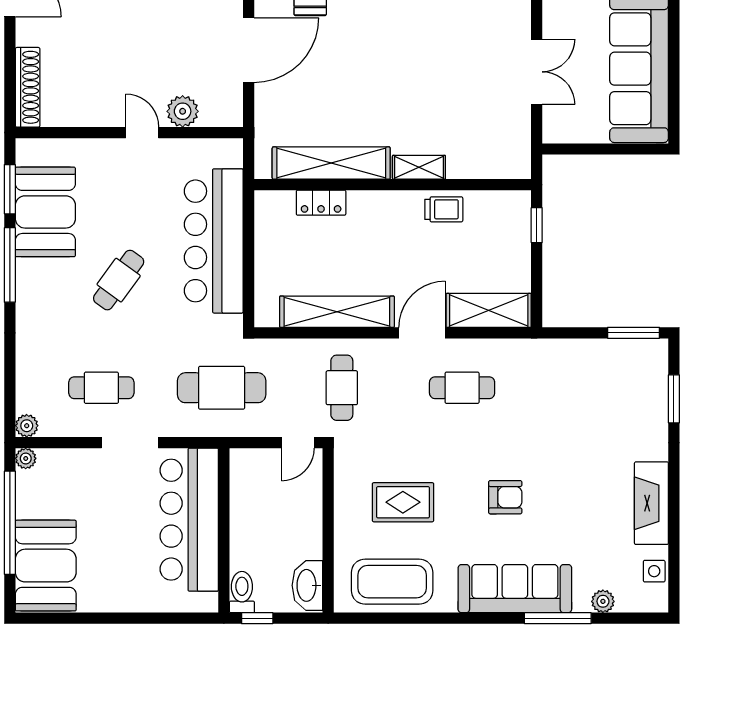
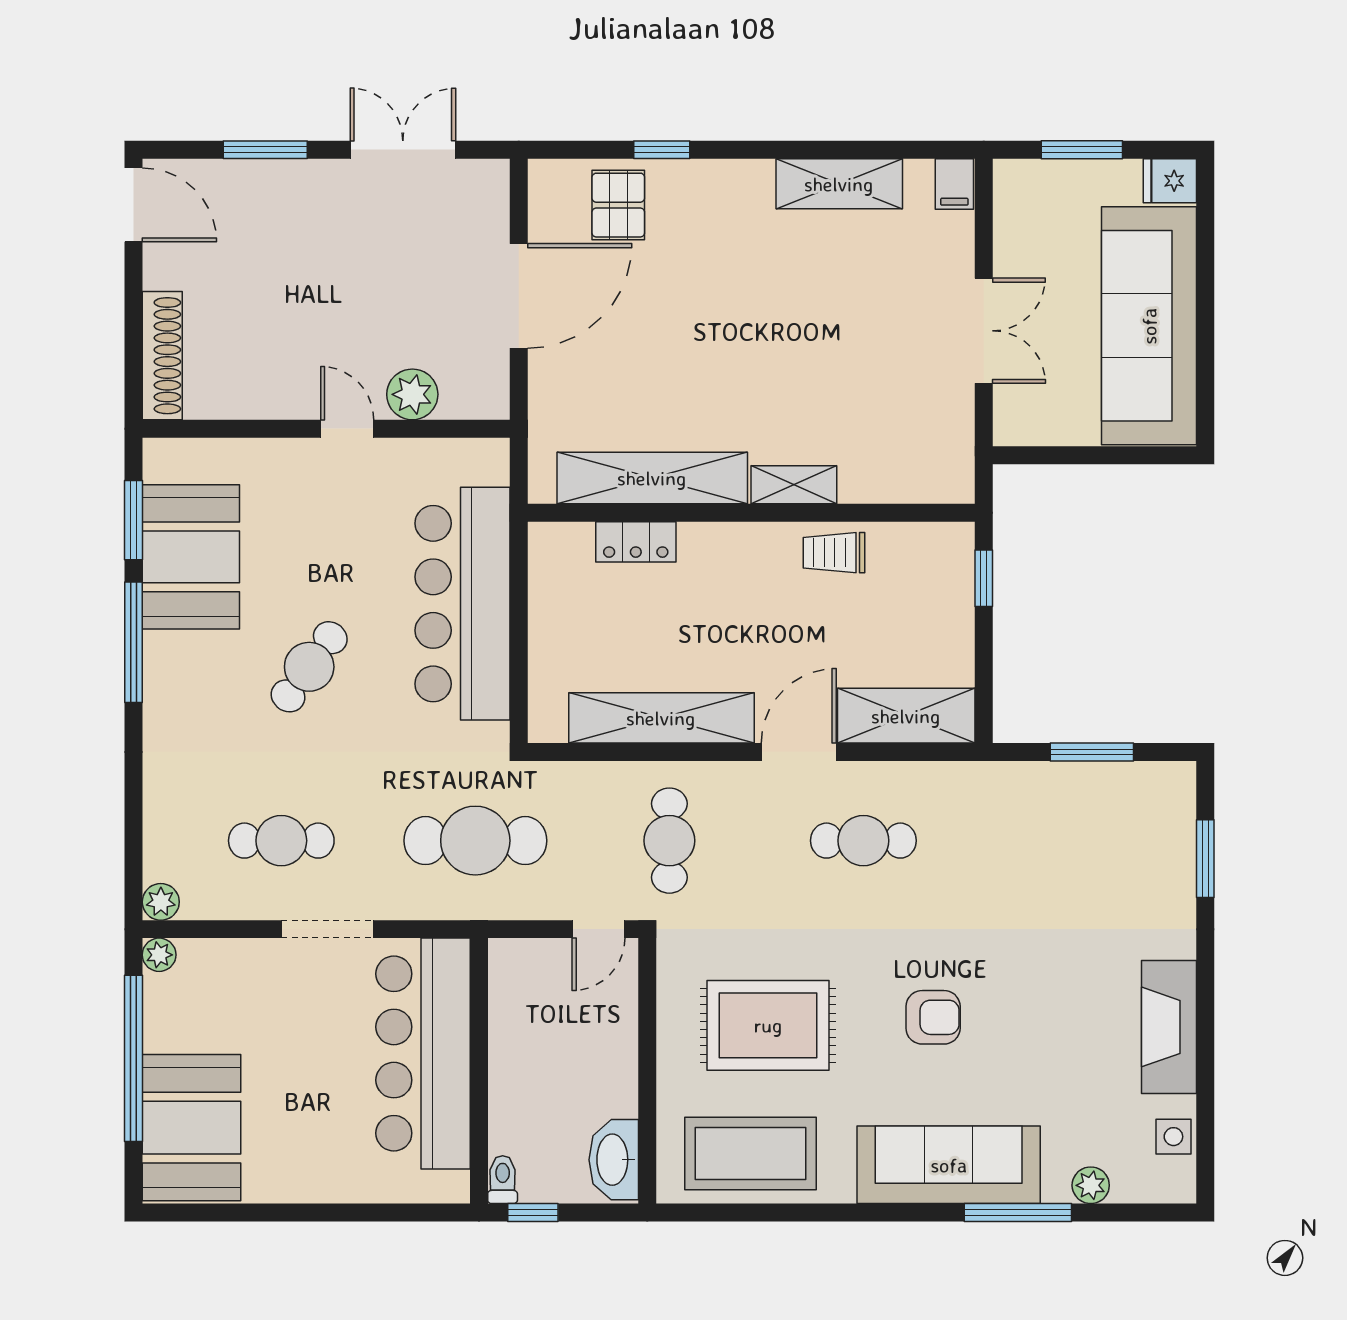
trolley: (444, 209) -> (834, 553), turned 180
window: (634, 333) -> (1092, 752), moved
rug: (403, 502) -> (768, 1025), width x1.36, depth x1.43
toilet: (242, 592) -> (503, 1180), width x0.73, depth x0.72

